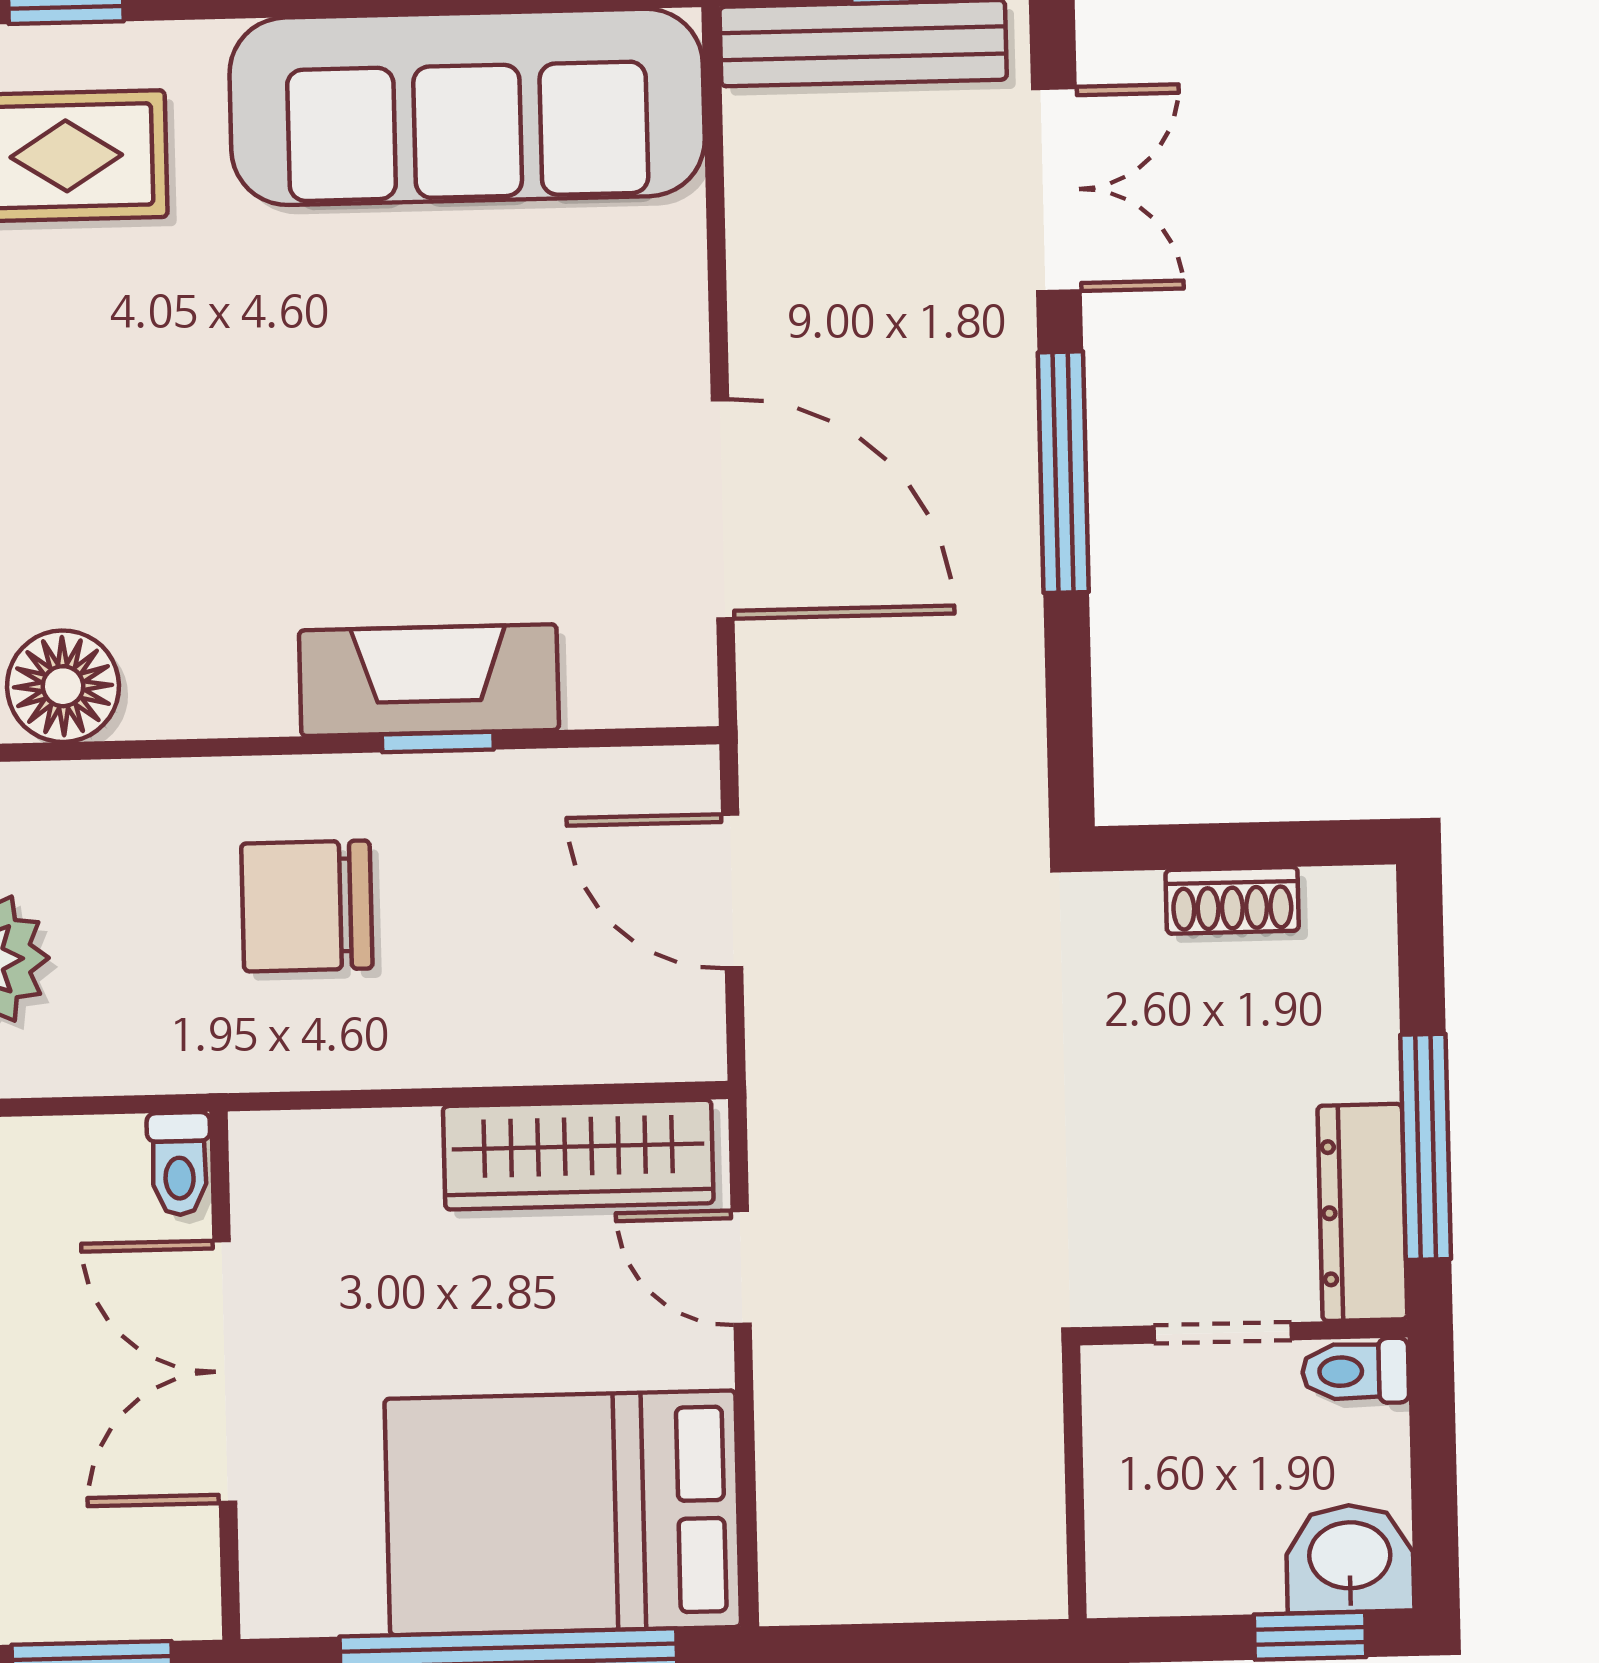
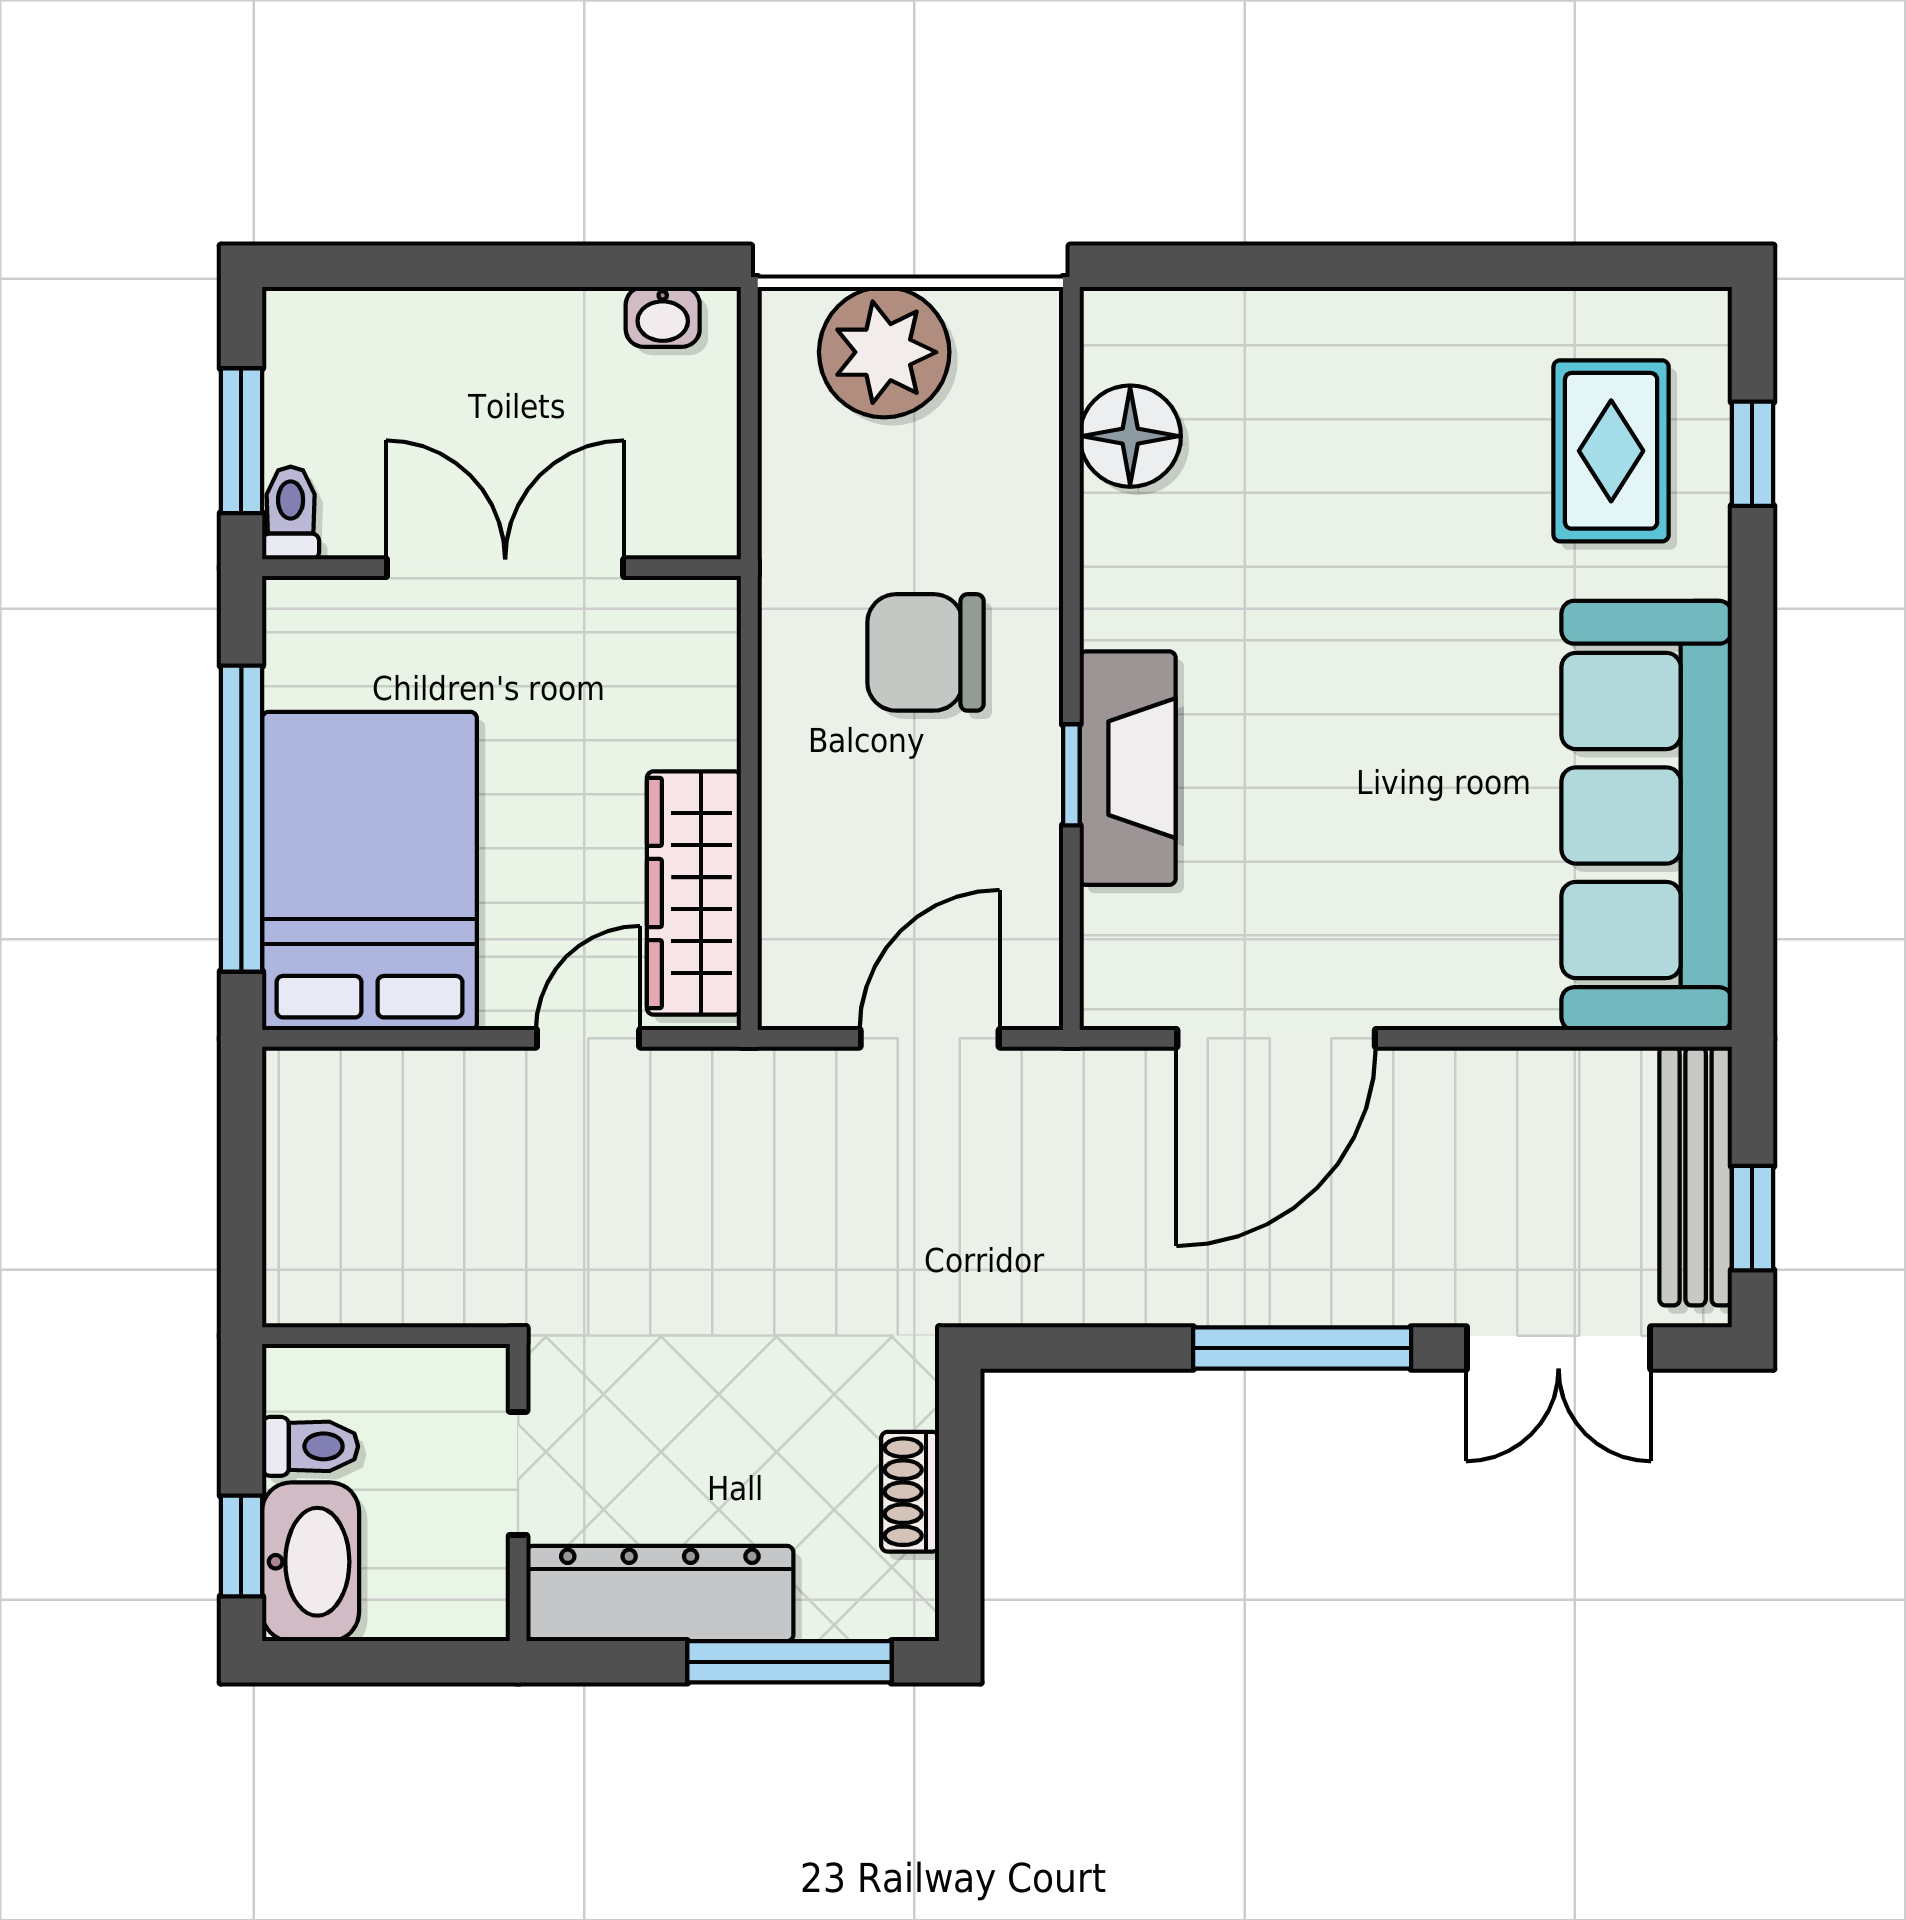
chair: (307, 906) -> (925, 652), turned -90
window: (1426, 1147) -> (789, 1662), moved
toilet: (179, 1164) -> (291, 513), moved, turned 90
dresser: (1362, 1212) -> (660, 1593), width x1.37, depth x1.24
toilet: (1355, 1371) -> (310, 1446), moved, turned 90
washbasin: (1350, 1559) -> (311, 1562), width x1.38

